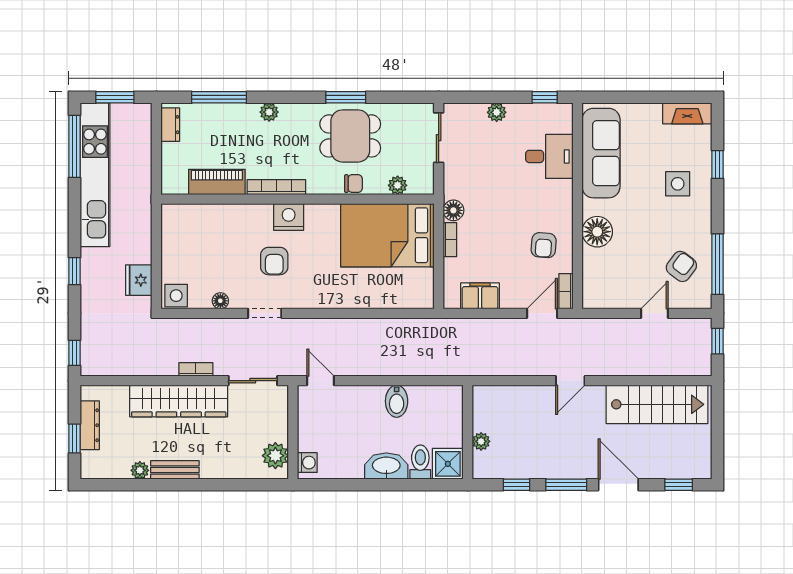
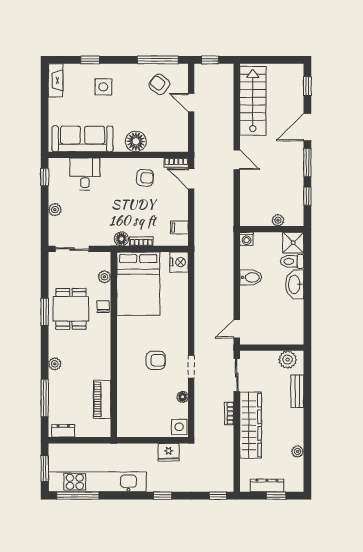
bookcase: (276, 187) -> (106, 359), removed
nightstand: (289, 217) -> (179, 262), moved, turned 180
filing cabinet: (480, 296) -> (179, 228), width x0.50
washing machine: (307, 463) -> (246, 239), moved, turned 180
bench: (175, 470) -> (297, 391), moved

